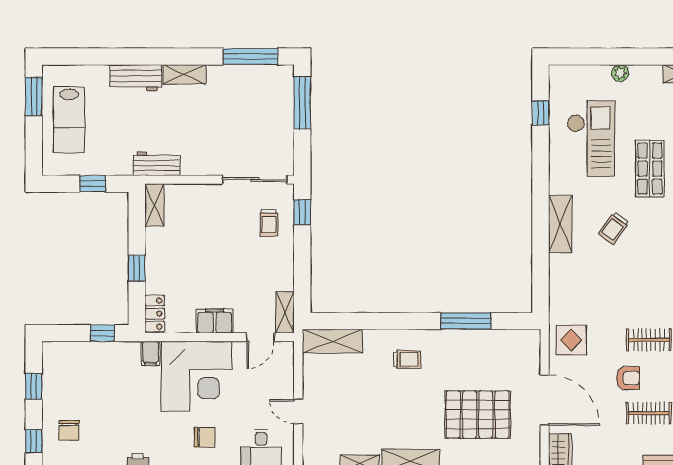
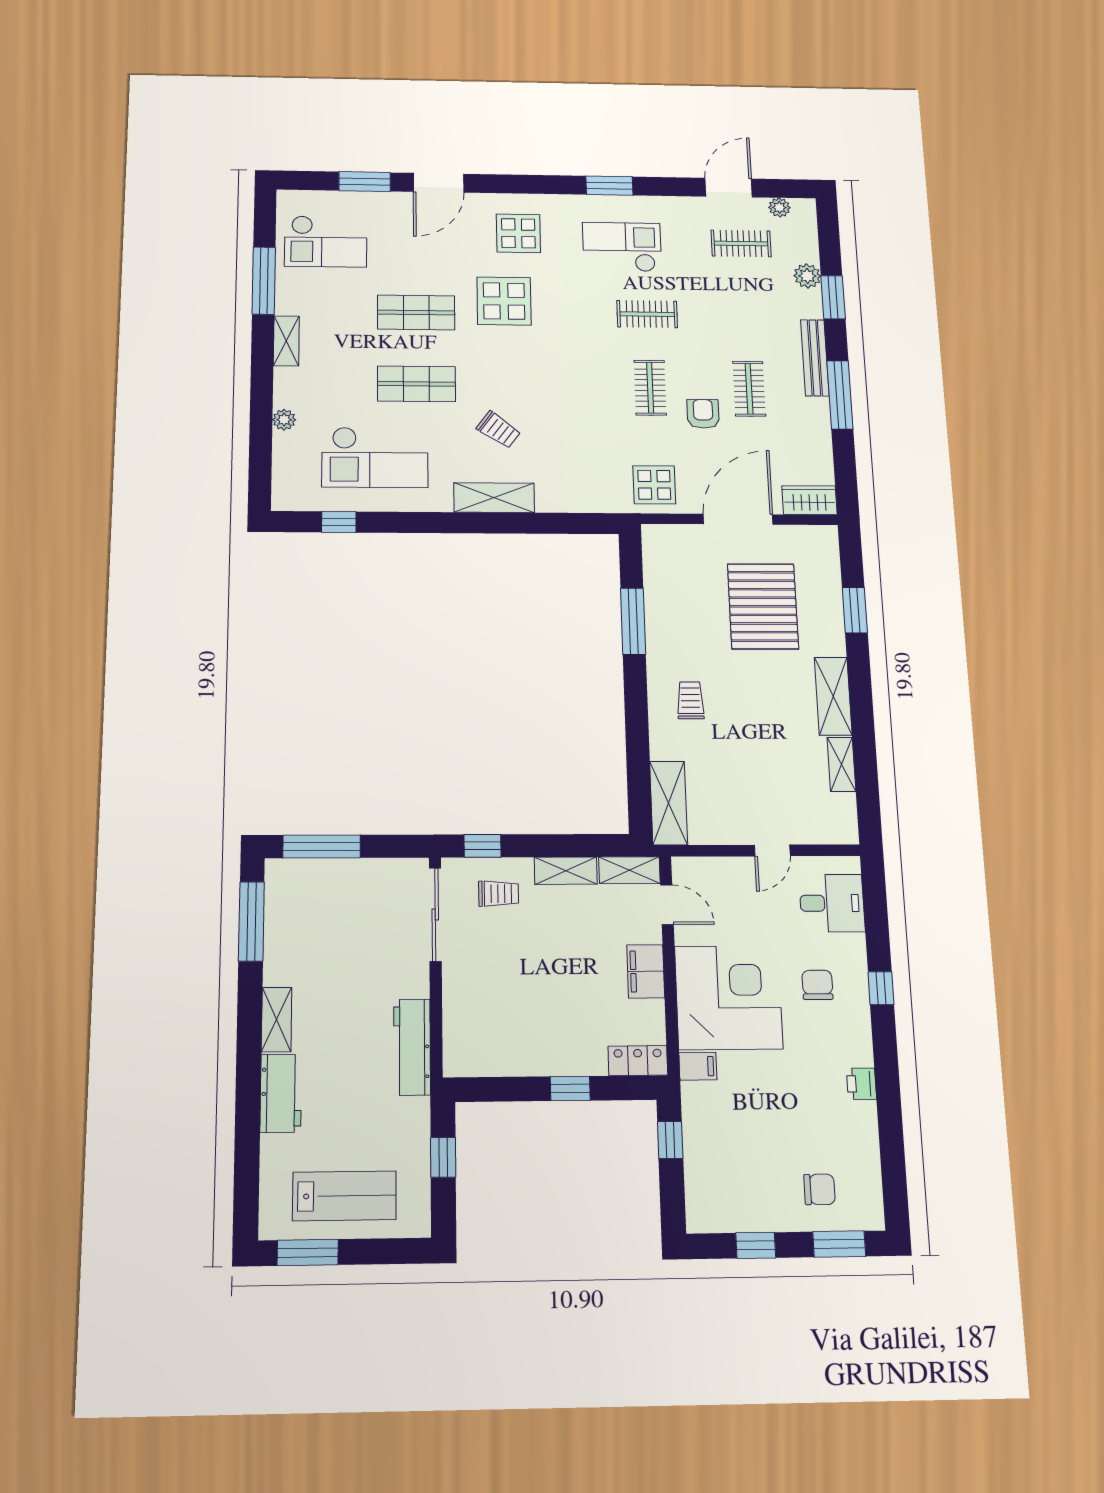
checkout: (591, 139) -> (375, 457), turned 180
workbench: (157, 164) -> (412, 1047), width x1.38
shelving: (154, 205) -> (566, 871), moved
window: (34, 441) -> (839, 1244), width x1.50

